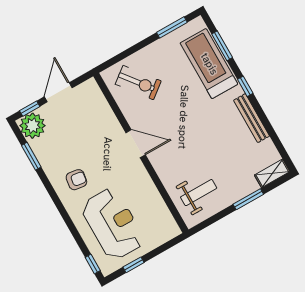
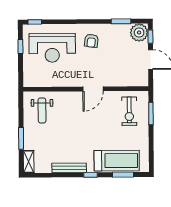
window: (172, 27) -> (151, 113), moved
exercise bike: (138, 83) -> (129, 111), turned -52

